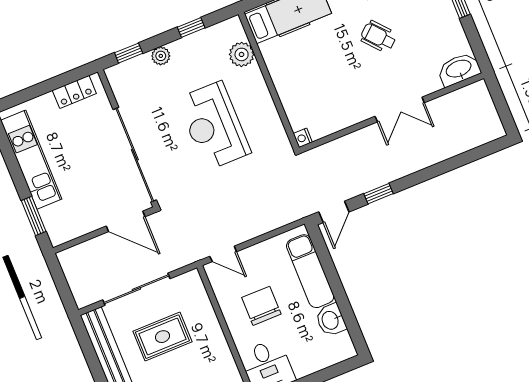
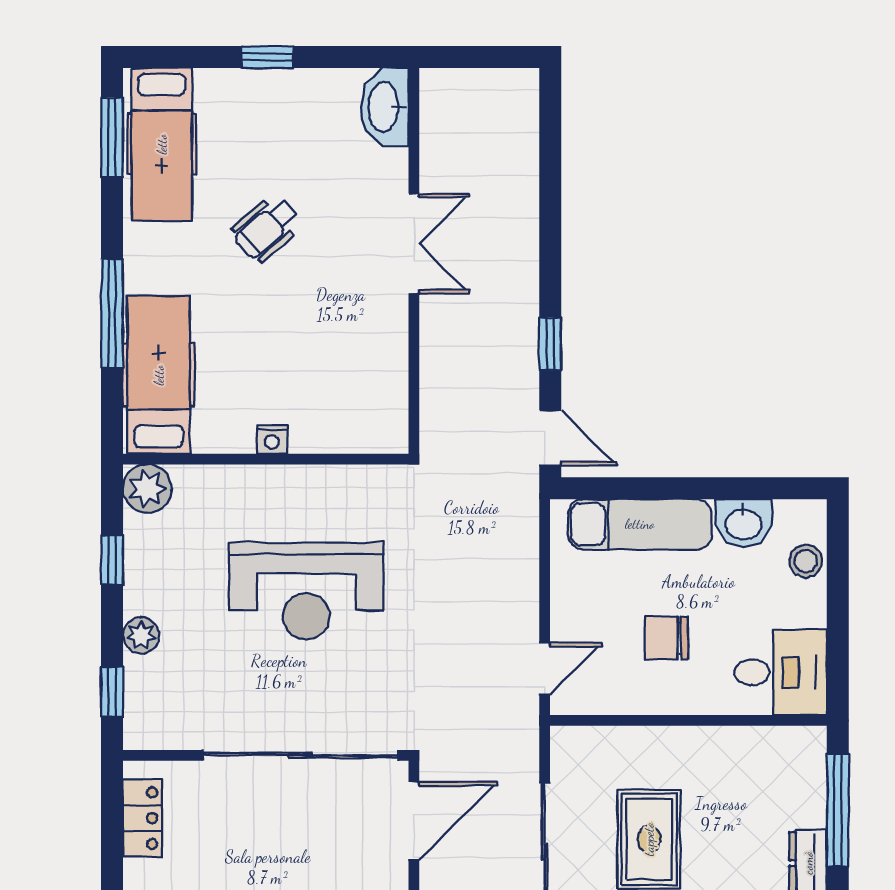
plant: (242, 54) -> (147, 489), moved
nightstand: (303, 138) -> (272, 440), moved
chair: (261, 306) -> (666, 638), width x0.73, depth x0.73
stool: (325, 357) -> (806, 561), added

